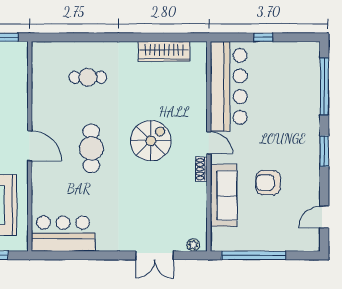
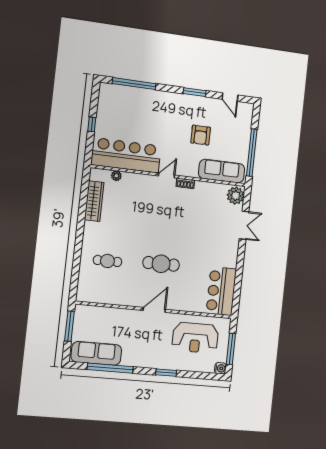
cafe table: (88, 77) -> (107, 261), turned 90
plant: (200, 77) -> (116, 176), added
spiral stairs: (151, 141) -> (160, 219), removed
window: (324, 151) -> (195, 92), moved
sofa: (224, 196) -> (222, 171), moved
plant: (193, 245) -> (236, 196), width x1.87, depth x1.87

